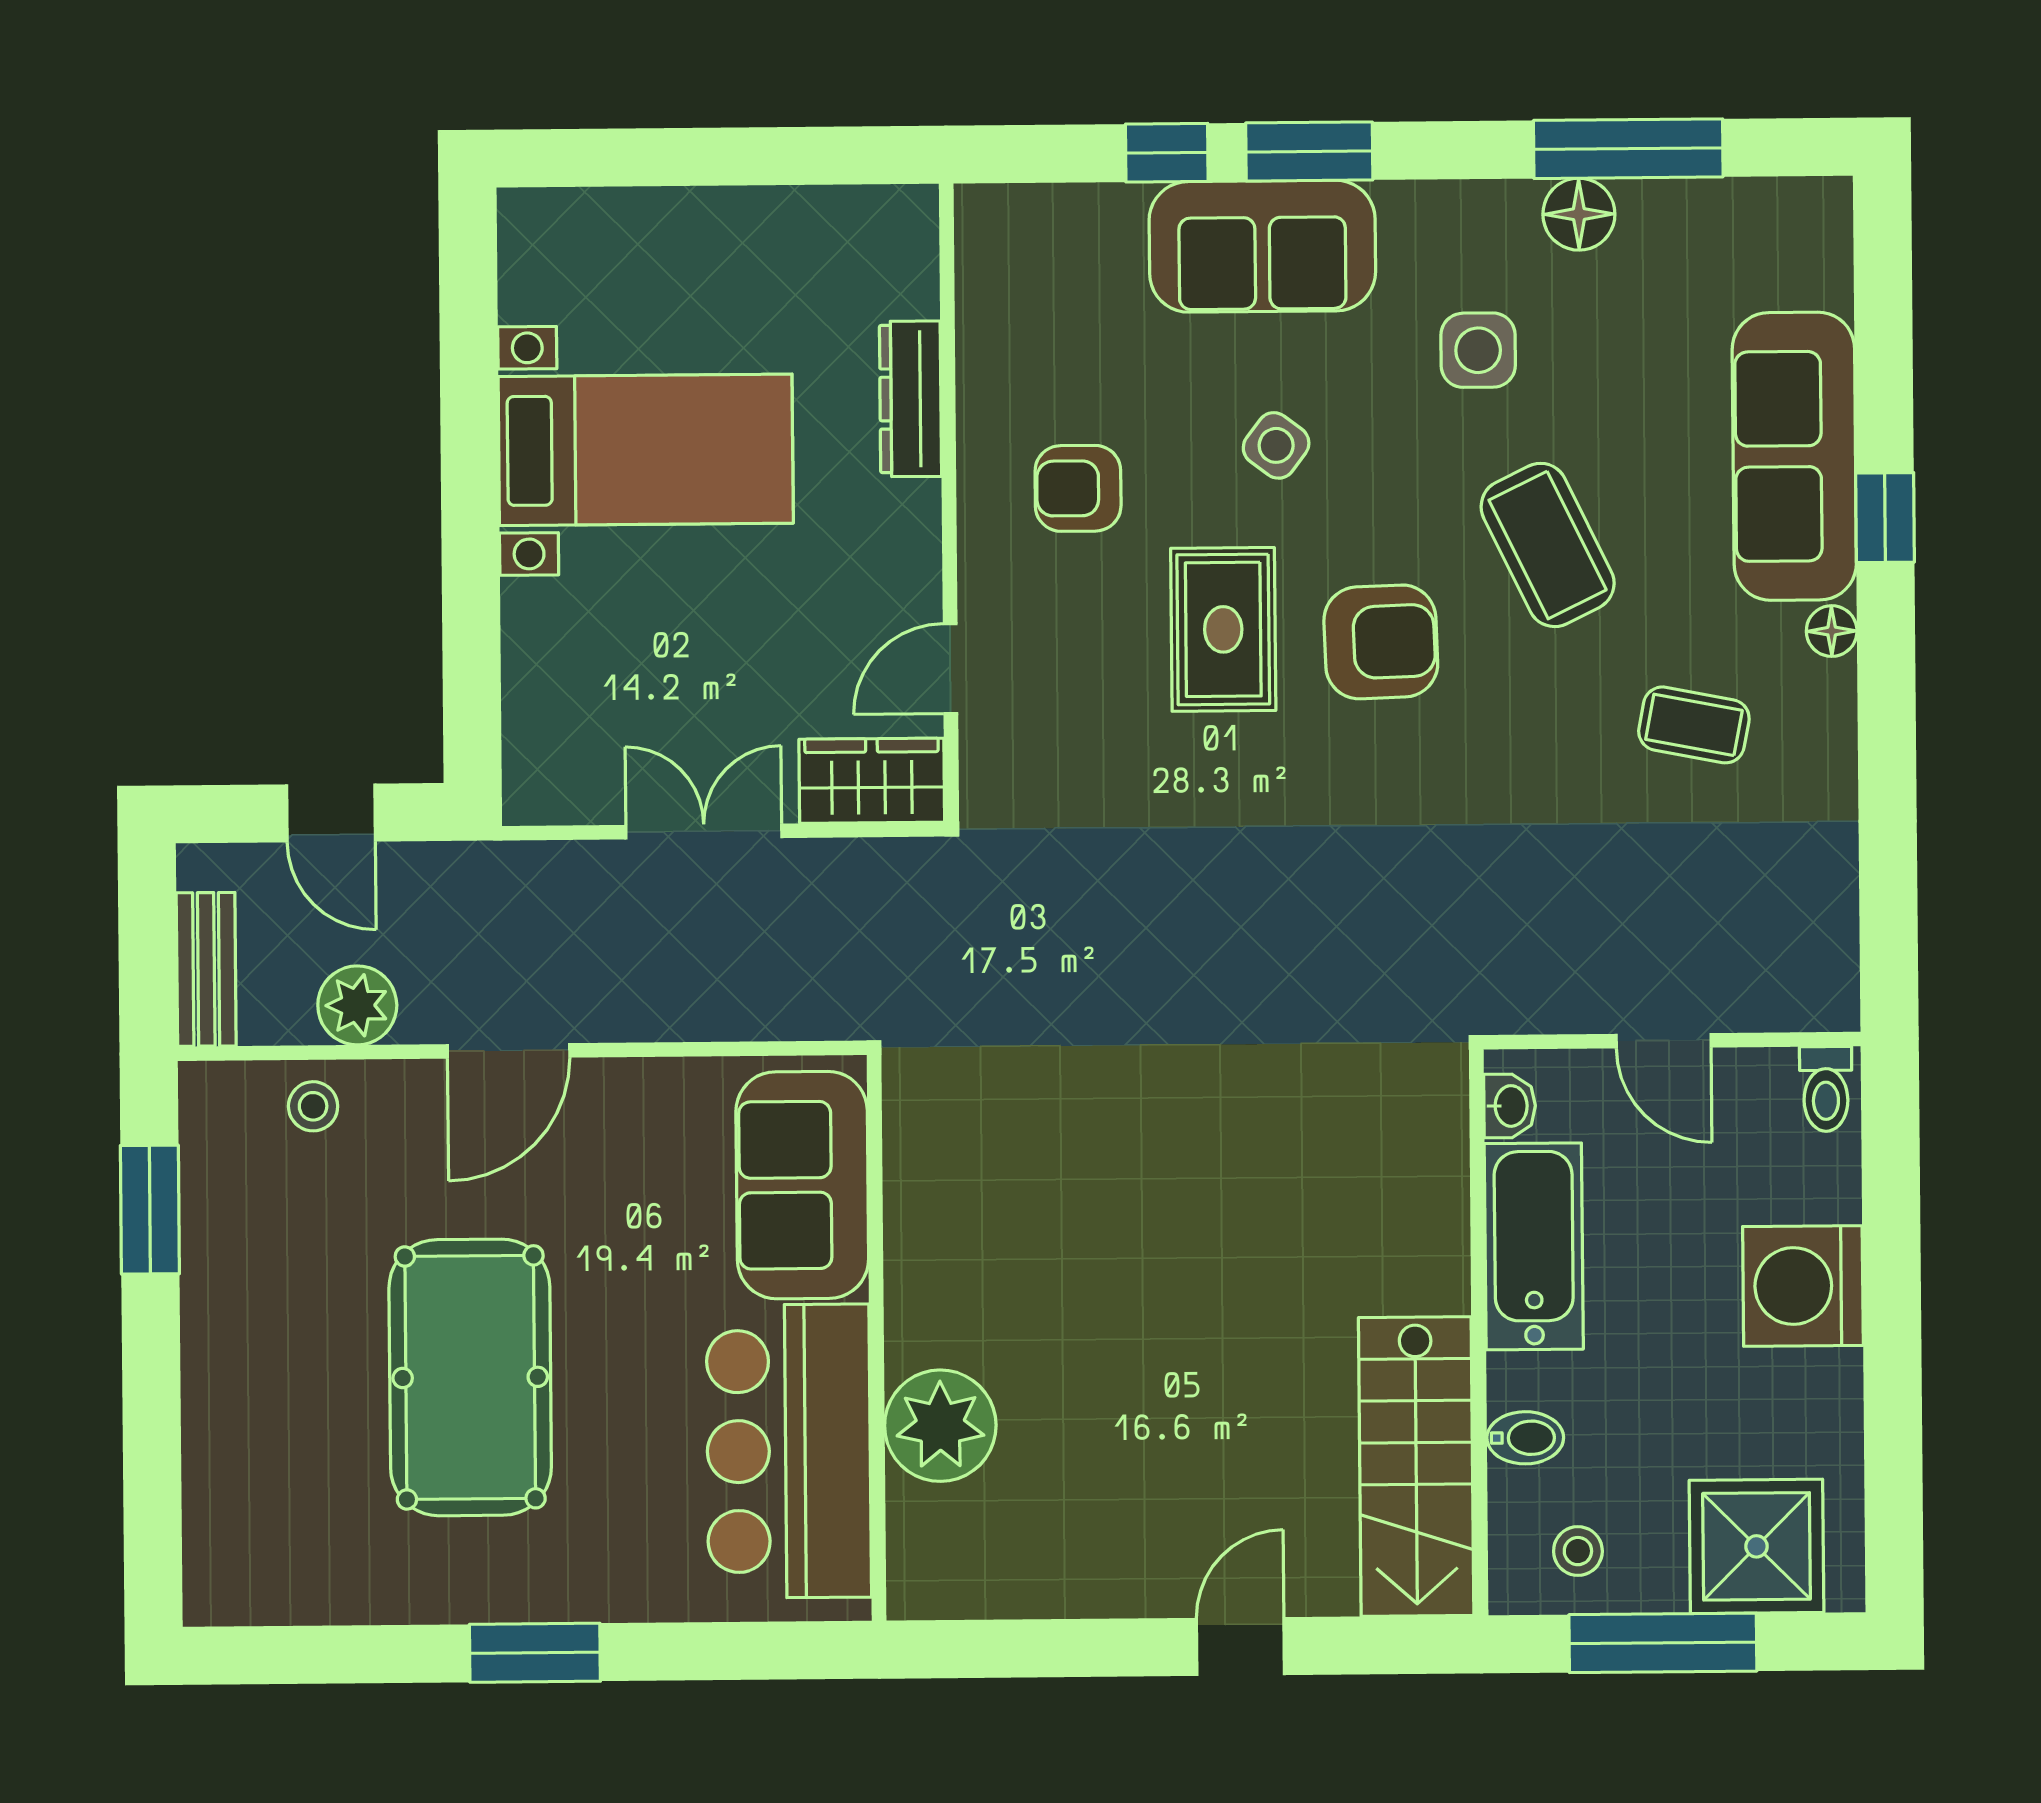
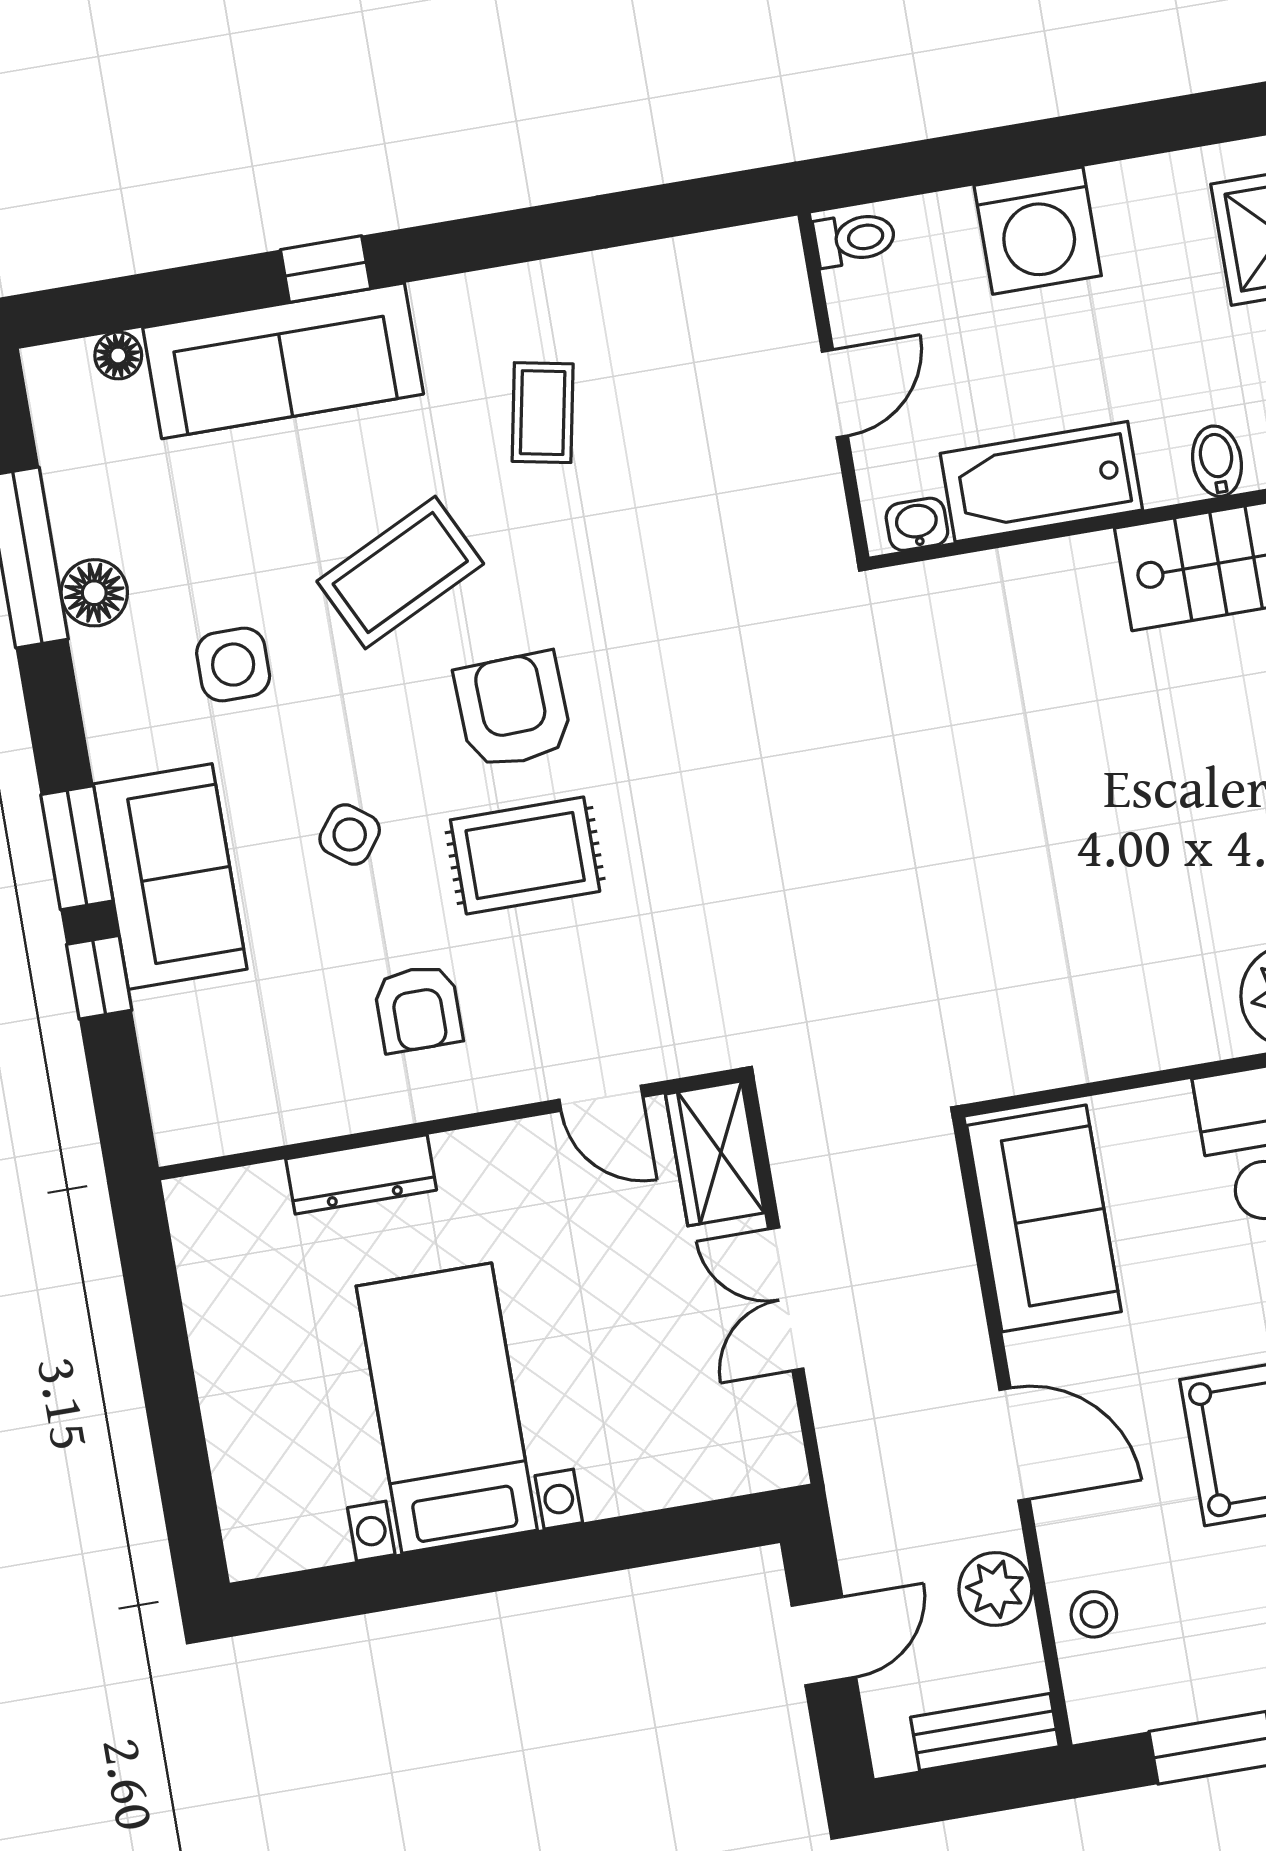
floor lamp: (1832, 631) -> (118, 355), moved
sofa: (802, 1185) -> (1044, 1218), moved, turned -90

